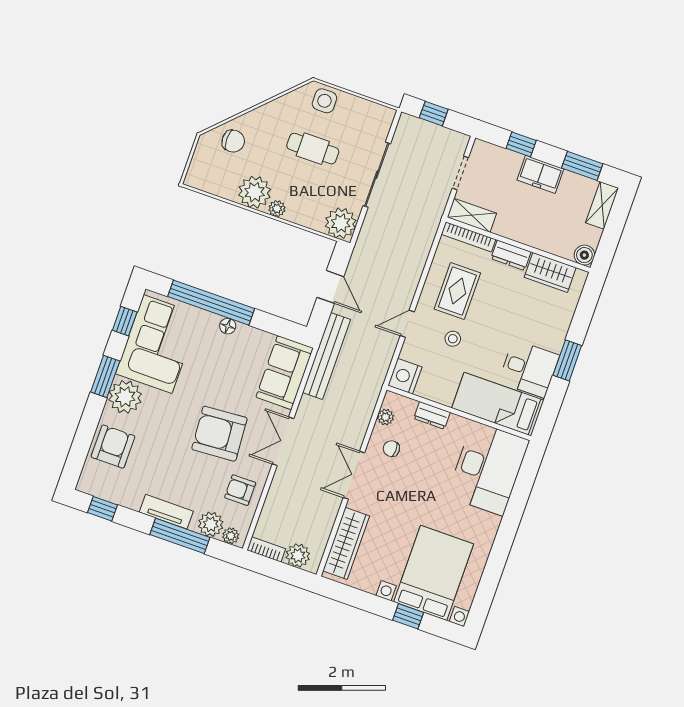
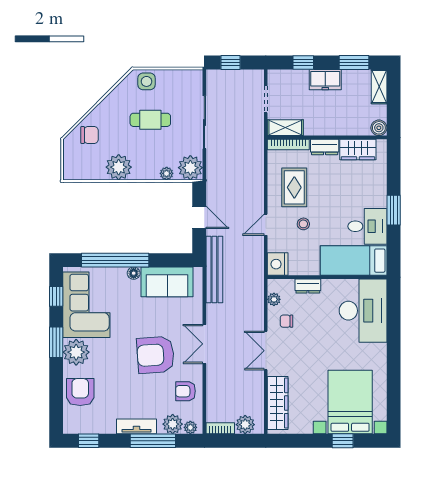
plant: (277, 209) -> (167, 173), moved
sofa: (285, 373) -> (167, 282), moved, turned -90

